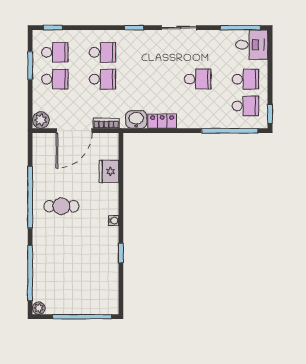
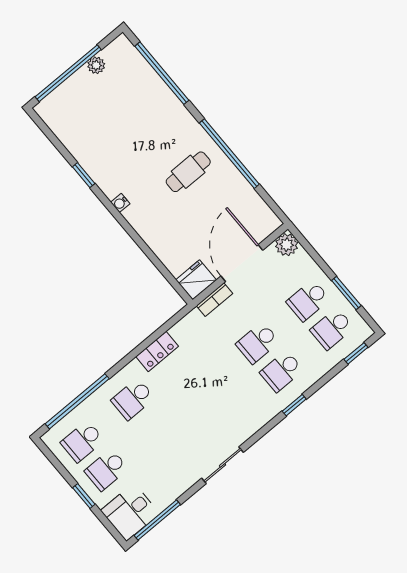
window: (134, 28) -> (294, 405), moved
school desk: (198, 79) -> (133, 399), moved
window: (270, 114) -> (84, 496), moved
washbasin: (136, 120) -> (186, 330), removed
fridge: (109, 171) -> (196, 280), moved, turned -90
plant: (39, 308) -> (96, 65), moved

